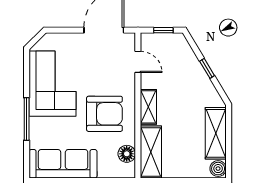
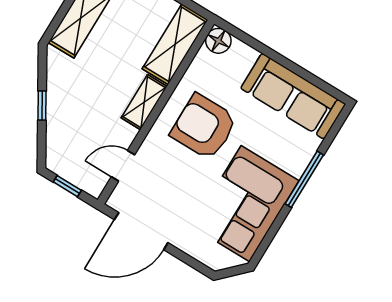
door: (138, 62) -> (123, 166), hinge flipped
floor lamp: (127, 154) -> (218, 41), moved

